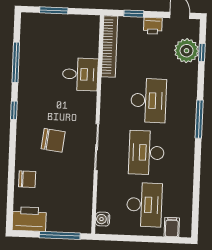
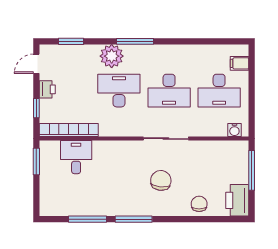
window: (54, 10) -> (36, 162), moved
plant: (187, 51) -> (112, 56), moved
window: (202, 52) -> (71, 41), width x1.50
desk: (80, 74) -> (76, 157), moved
window: (14, 110) -> (134, 219), width x2.17
desk: (144, 205) -> (219, 91), turned 180

